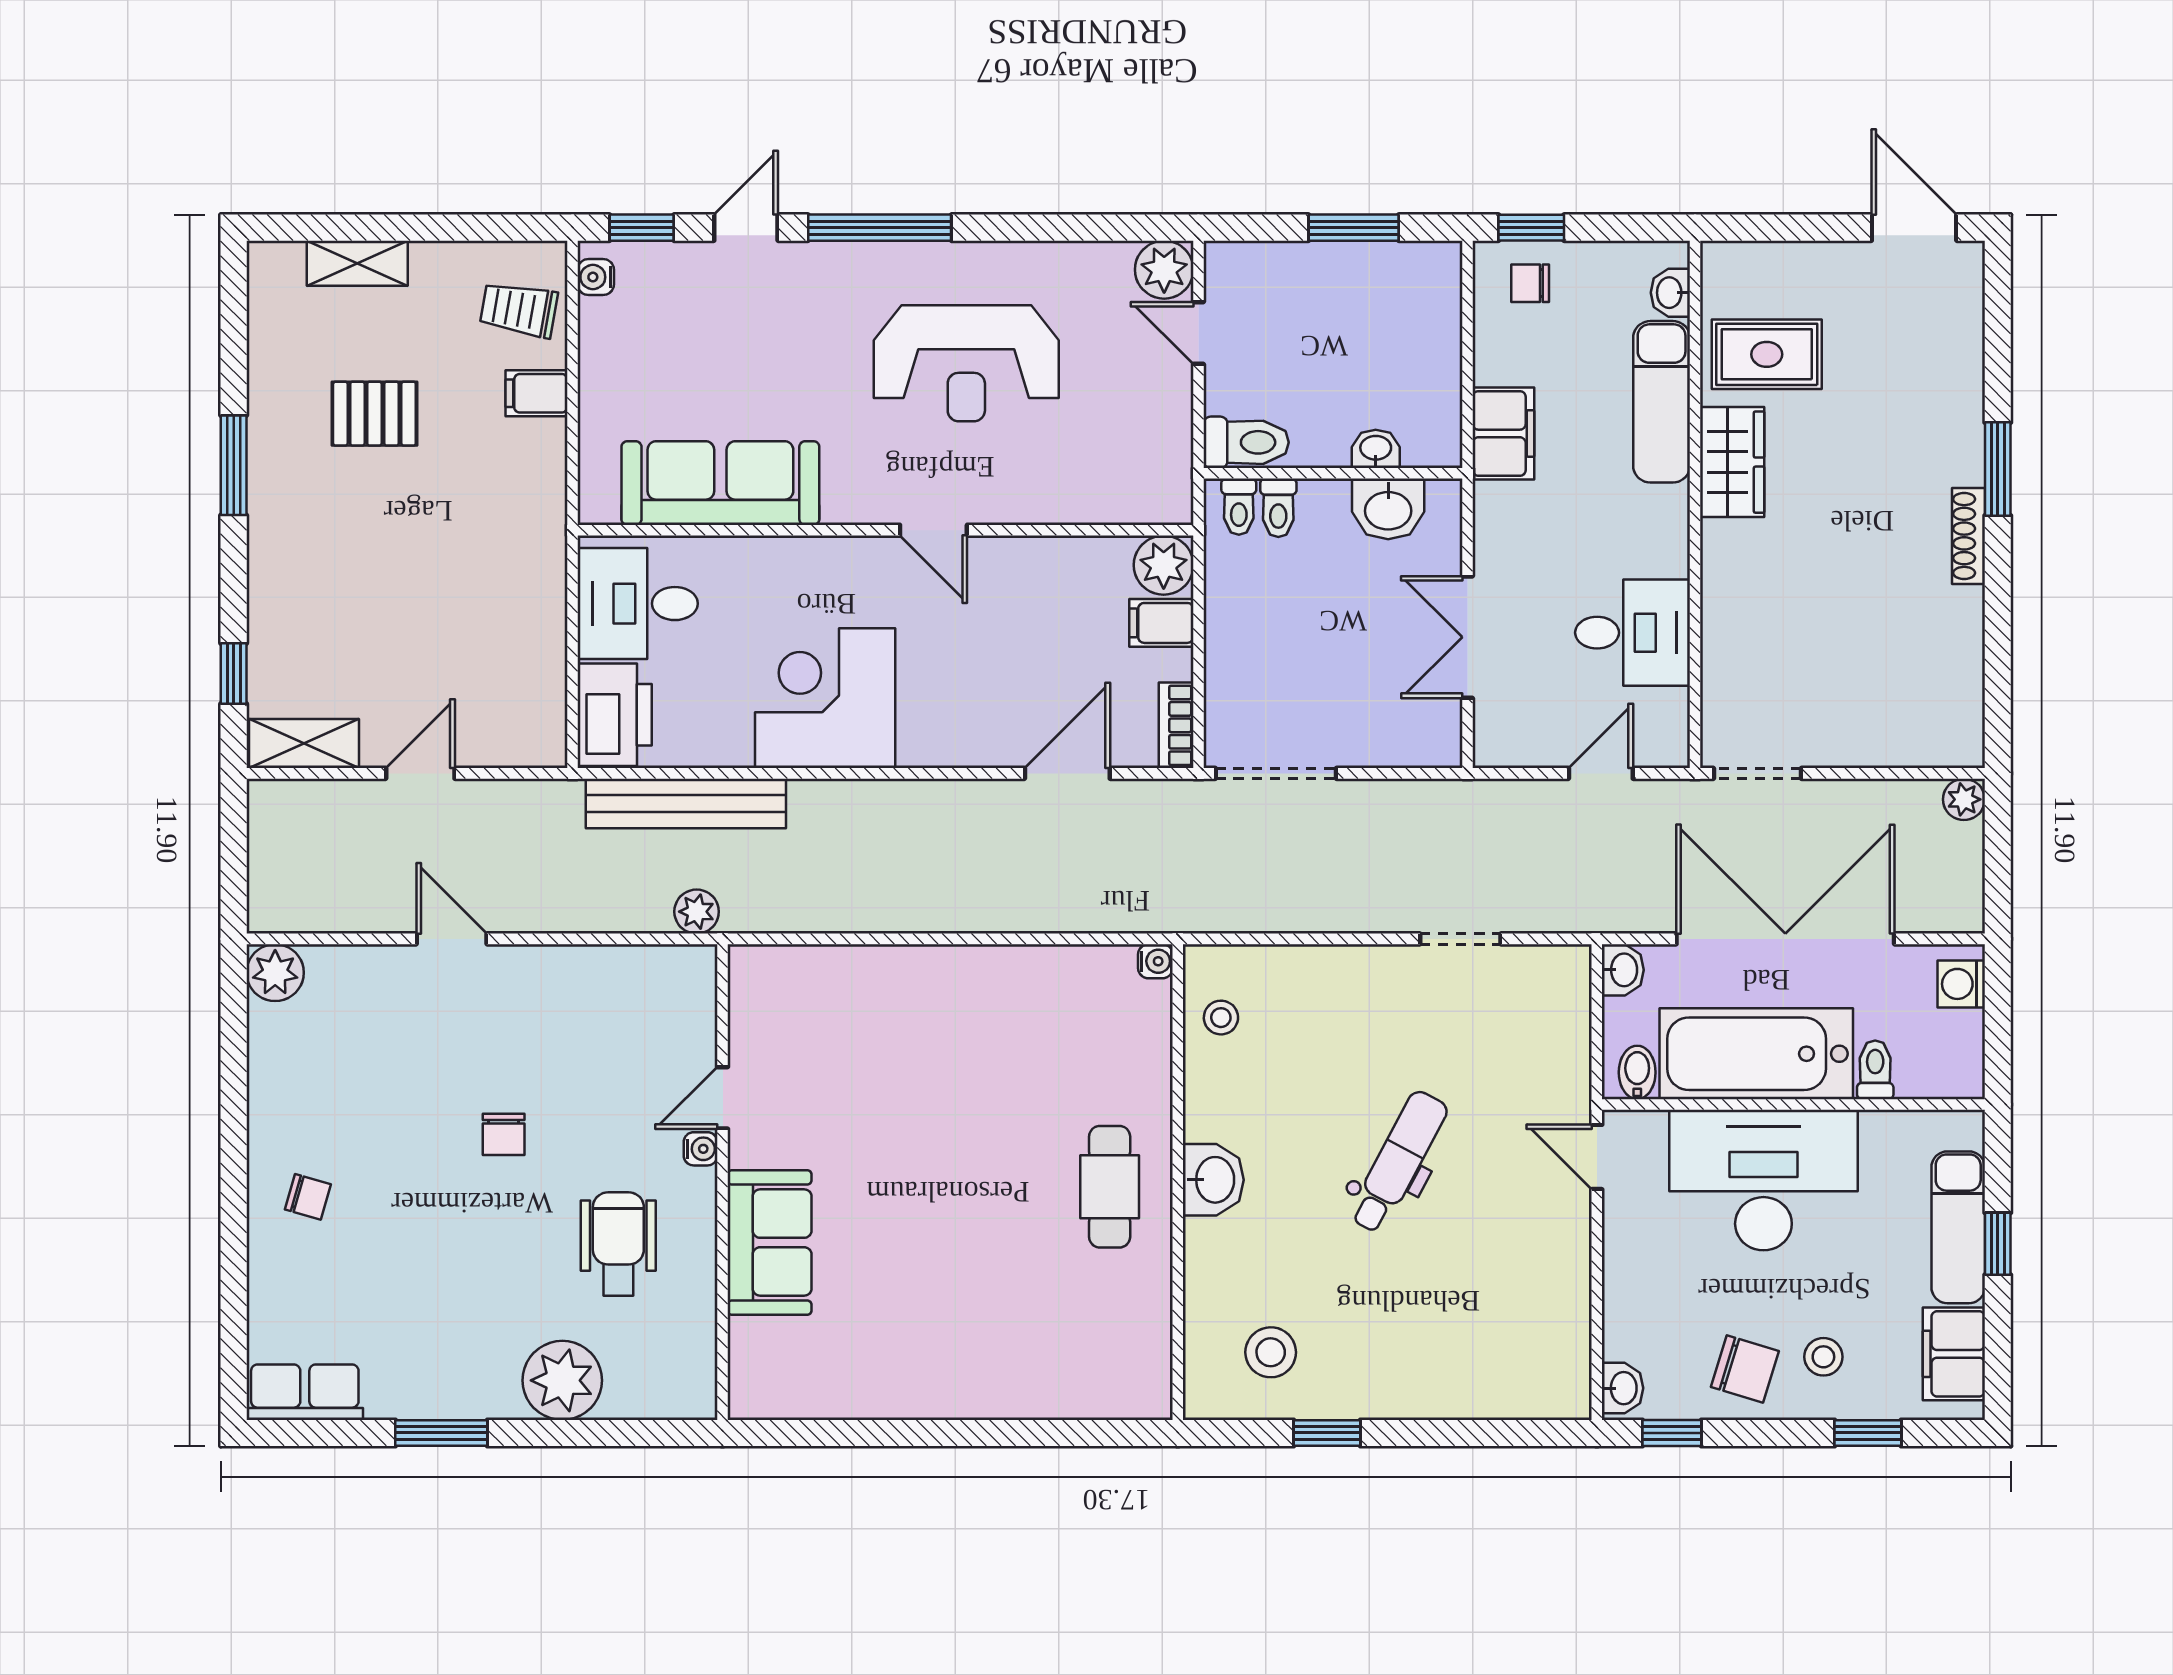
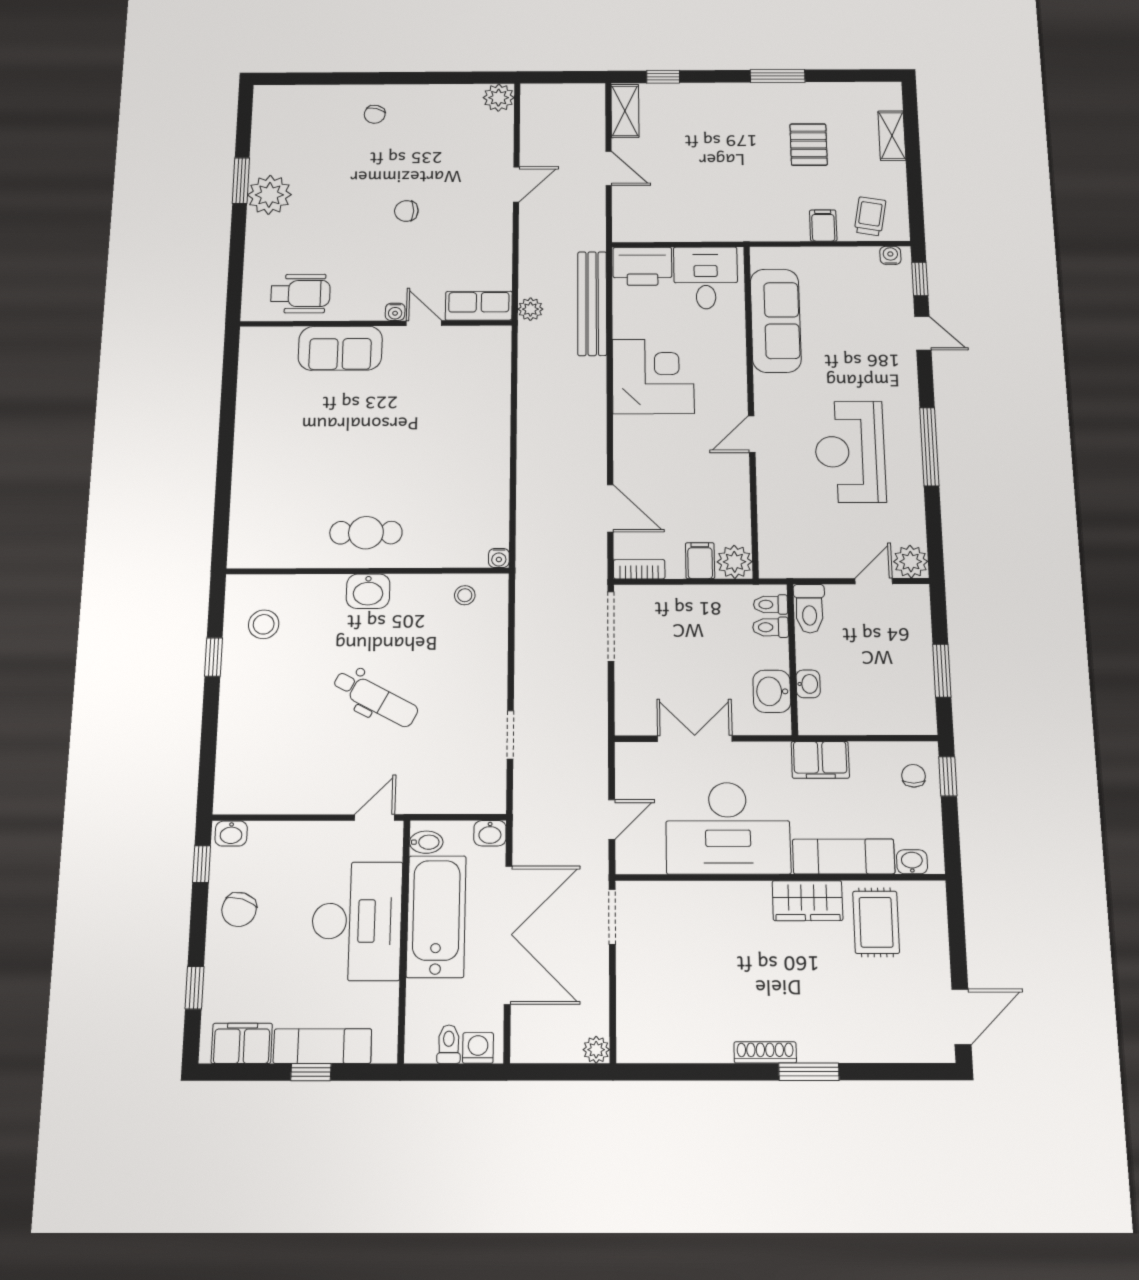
window: (880, 228) -> (929, 447), moved
desk: (1633, 633) -> (728, 828), width x1.87, depth x1.30
door: (1601, 773) -> (612, 819), hinge flipped
toilet: (1875, 1070) -> (449, 1044), moved, turned -90
wheelchair: (618, 1244) -> (300, 294), moved
stool: (1823, 1357) -> (244, 959), removed
plant: (562, 1380) -> (269, 195), moved
row of seats: (305, 1392) -> (479, 306), moved, turned -90

